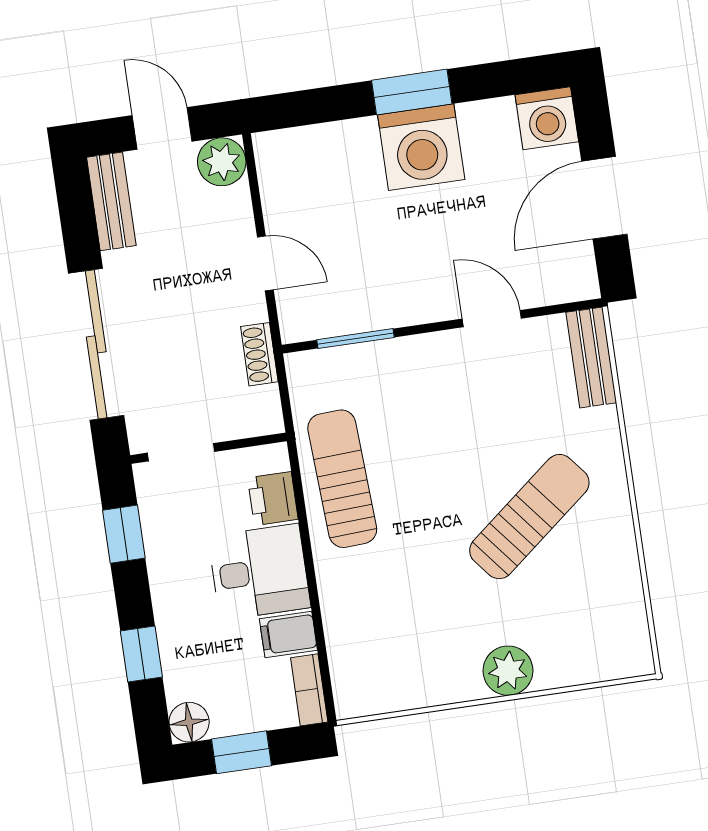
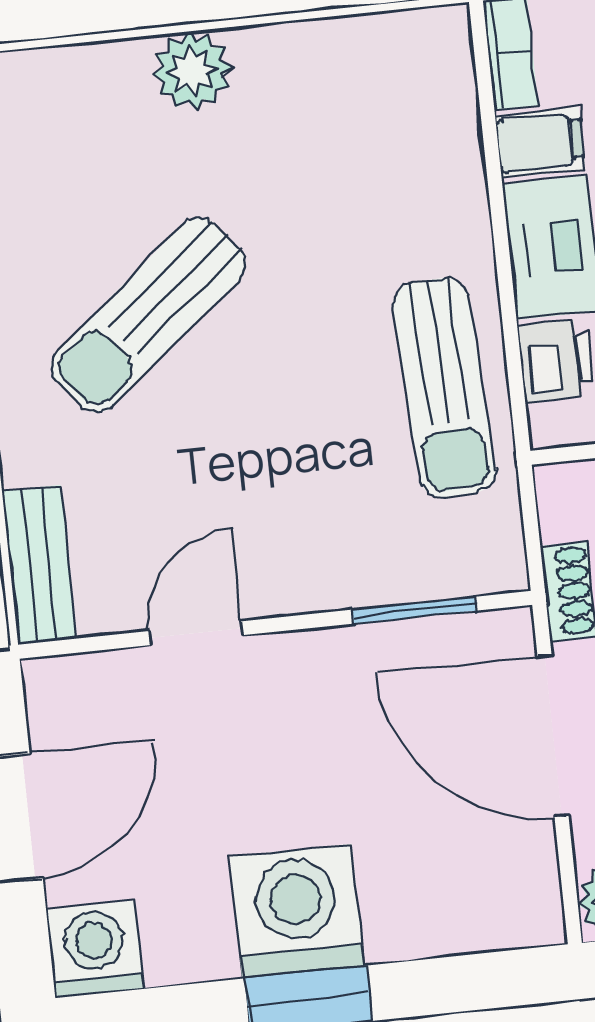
door: (265, 263) -> (553, 736), width x1.87
door: (492, 319) -> (195, 633), swing flipped

